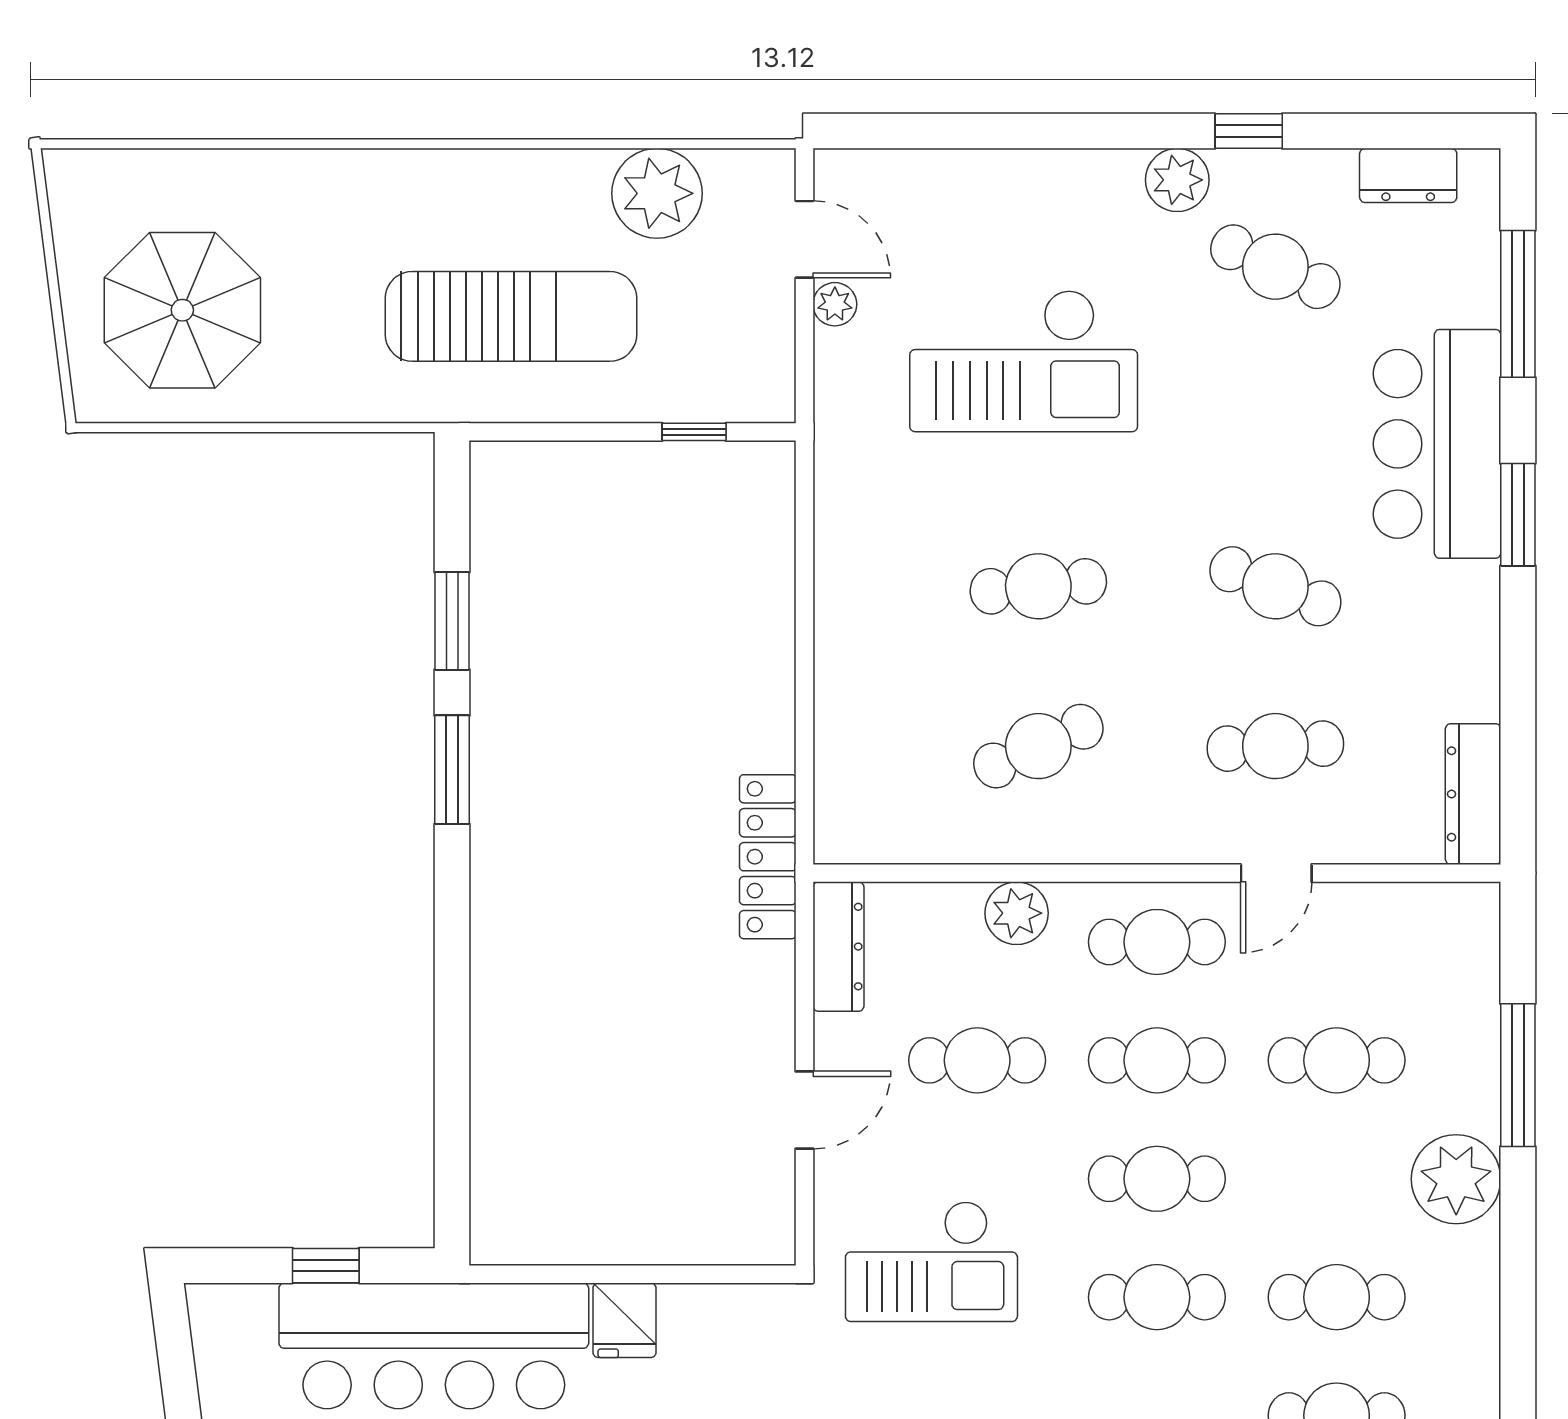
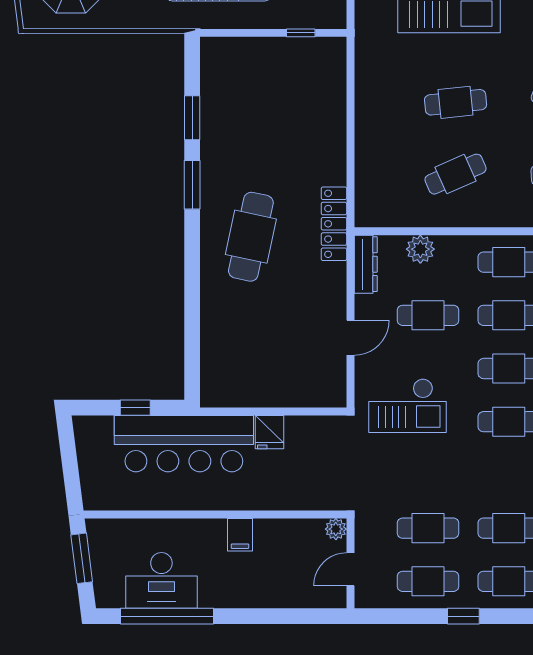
cafe table: (583, 885) -> (251, 237), added
plant: (1017, 913) -> (420, 249), moved

